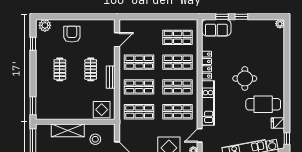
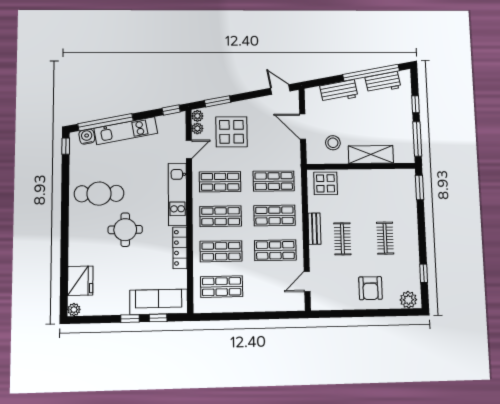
sofa: (216, 28) -> (159, 302), width x1.36
fridge: (278, 123) -> (80, 281), moved, width x1.88, depth x1.34

